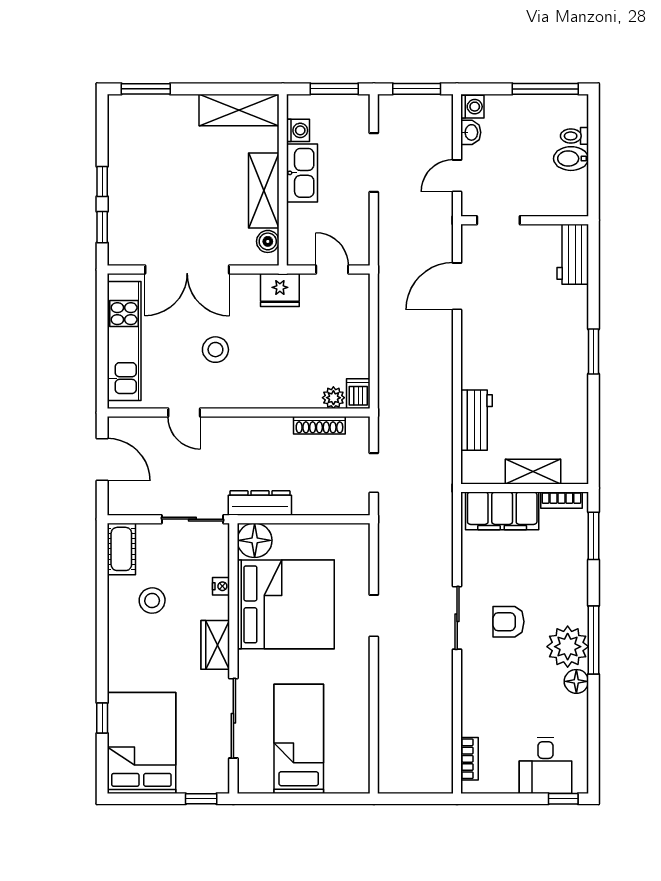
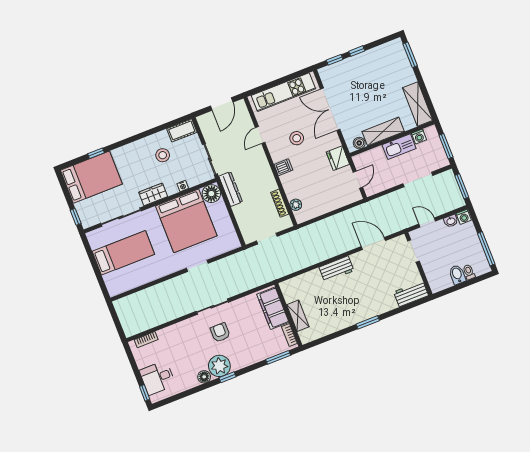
dishwasher: (358, 394) -> (283, 167), moved
workbench: (477, 420) -> (336, 269), moved
window: (594, 640) -> (228, 377), width x0.46

